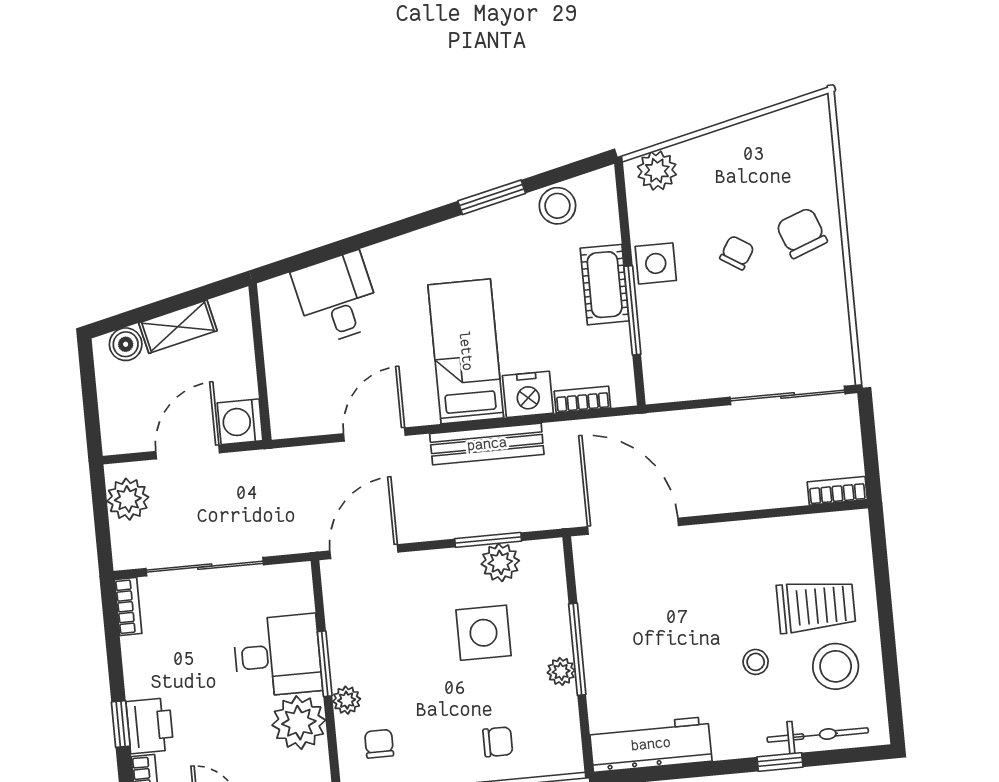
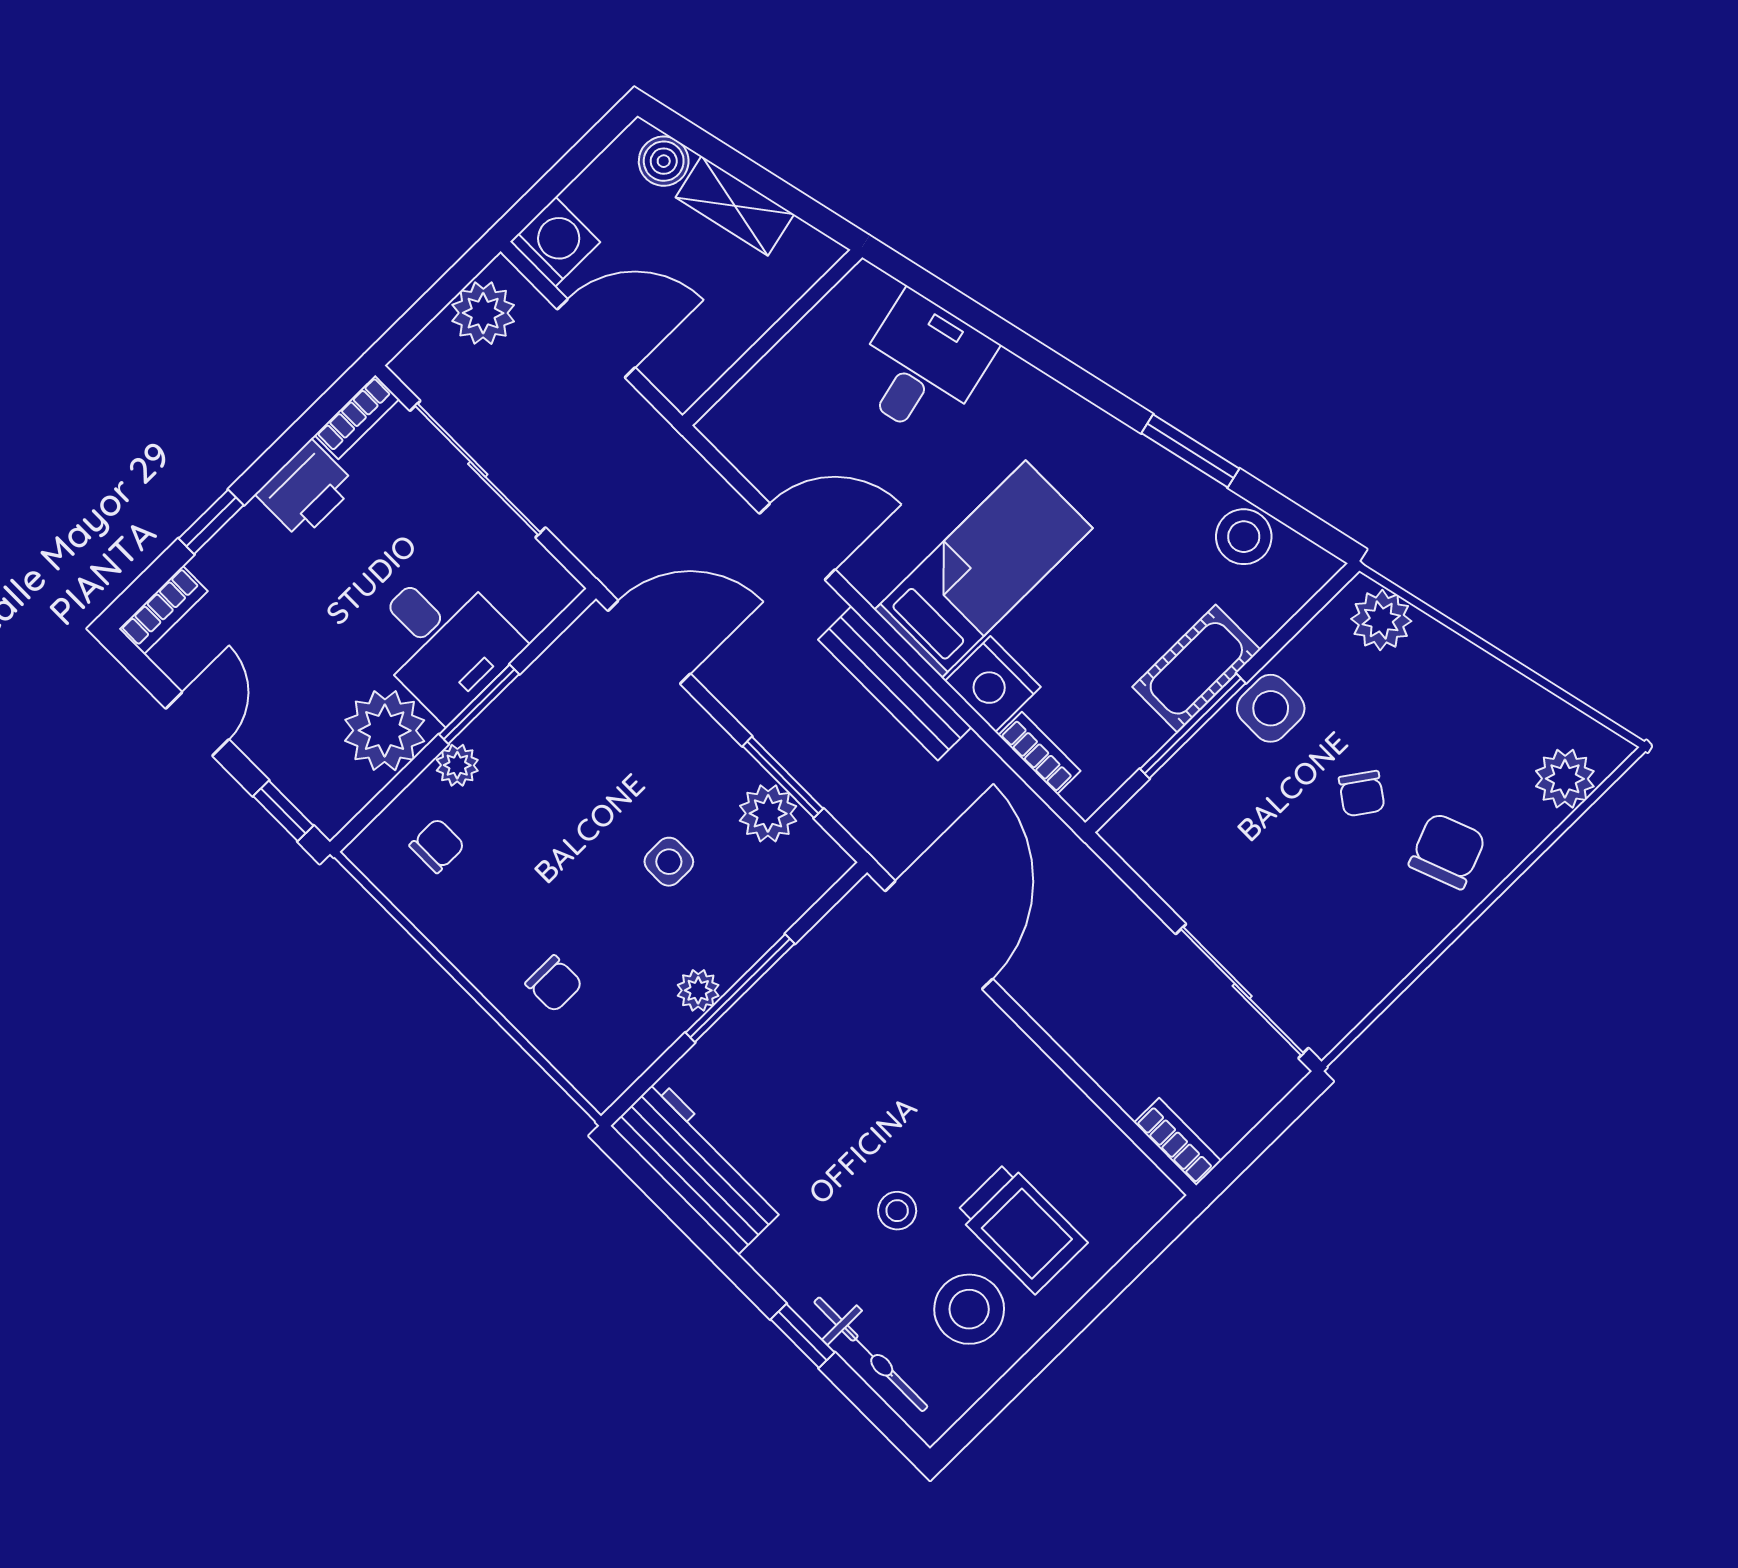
plant: (814, 143) -> (1565, 779), added
chair: (737, 253) -> (1362, 794), turned 93
washing machine: (240, 422) -> (555, 242), moved, turned 90
side table: (484, 633) -> (669, 862), width x0.54, depth x0.54
printer: (150, 726) -> (306, 490), moved

